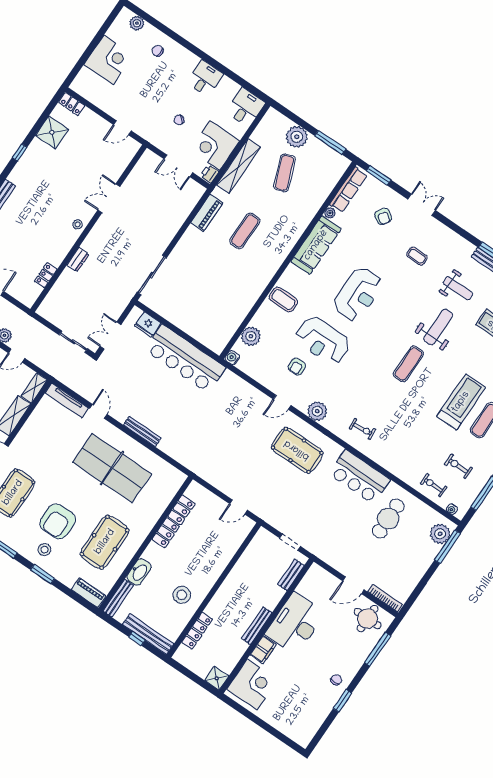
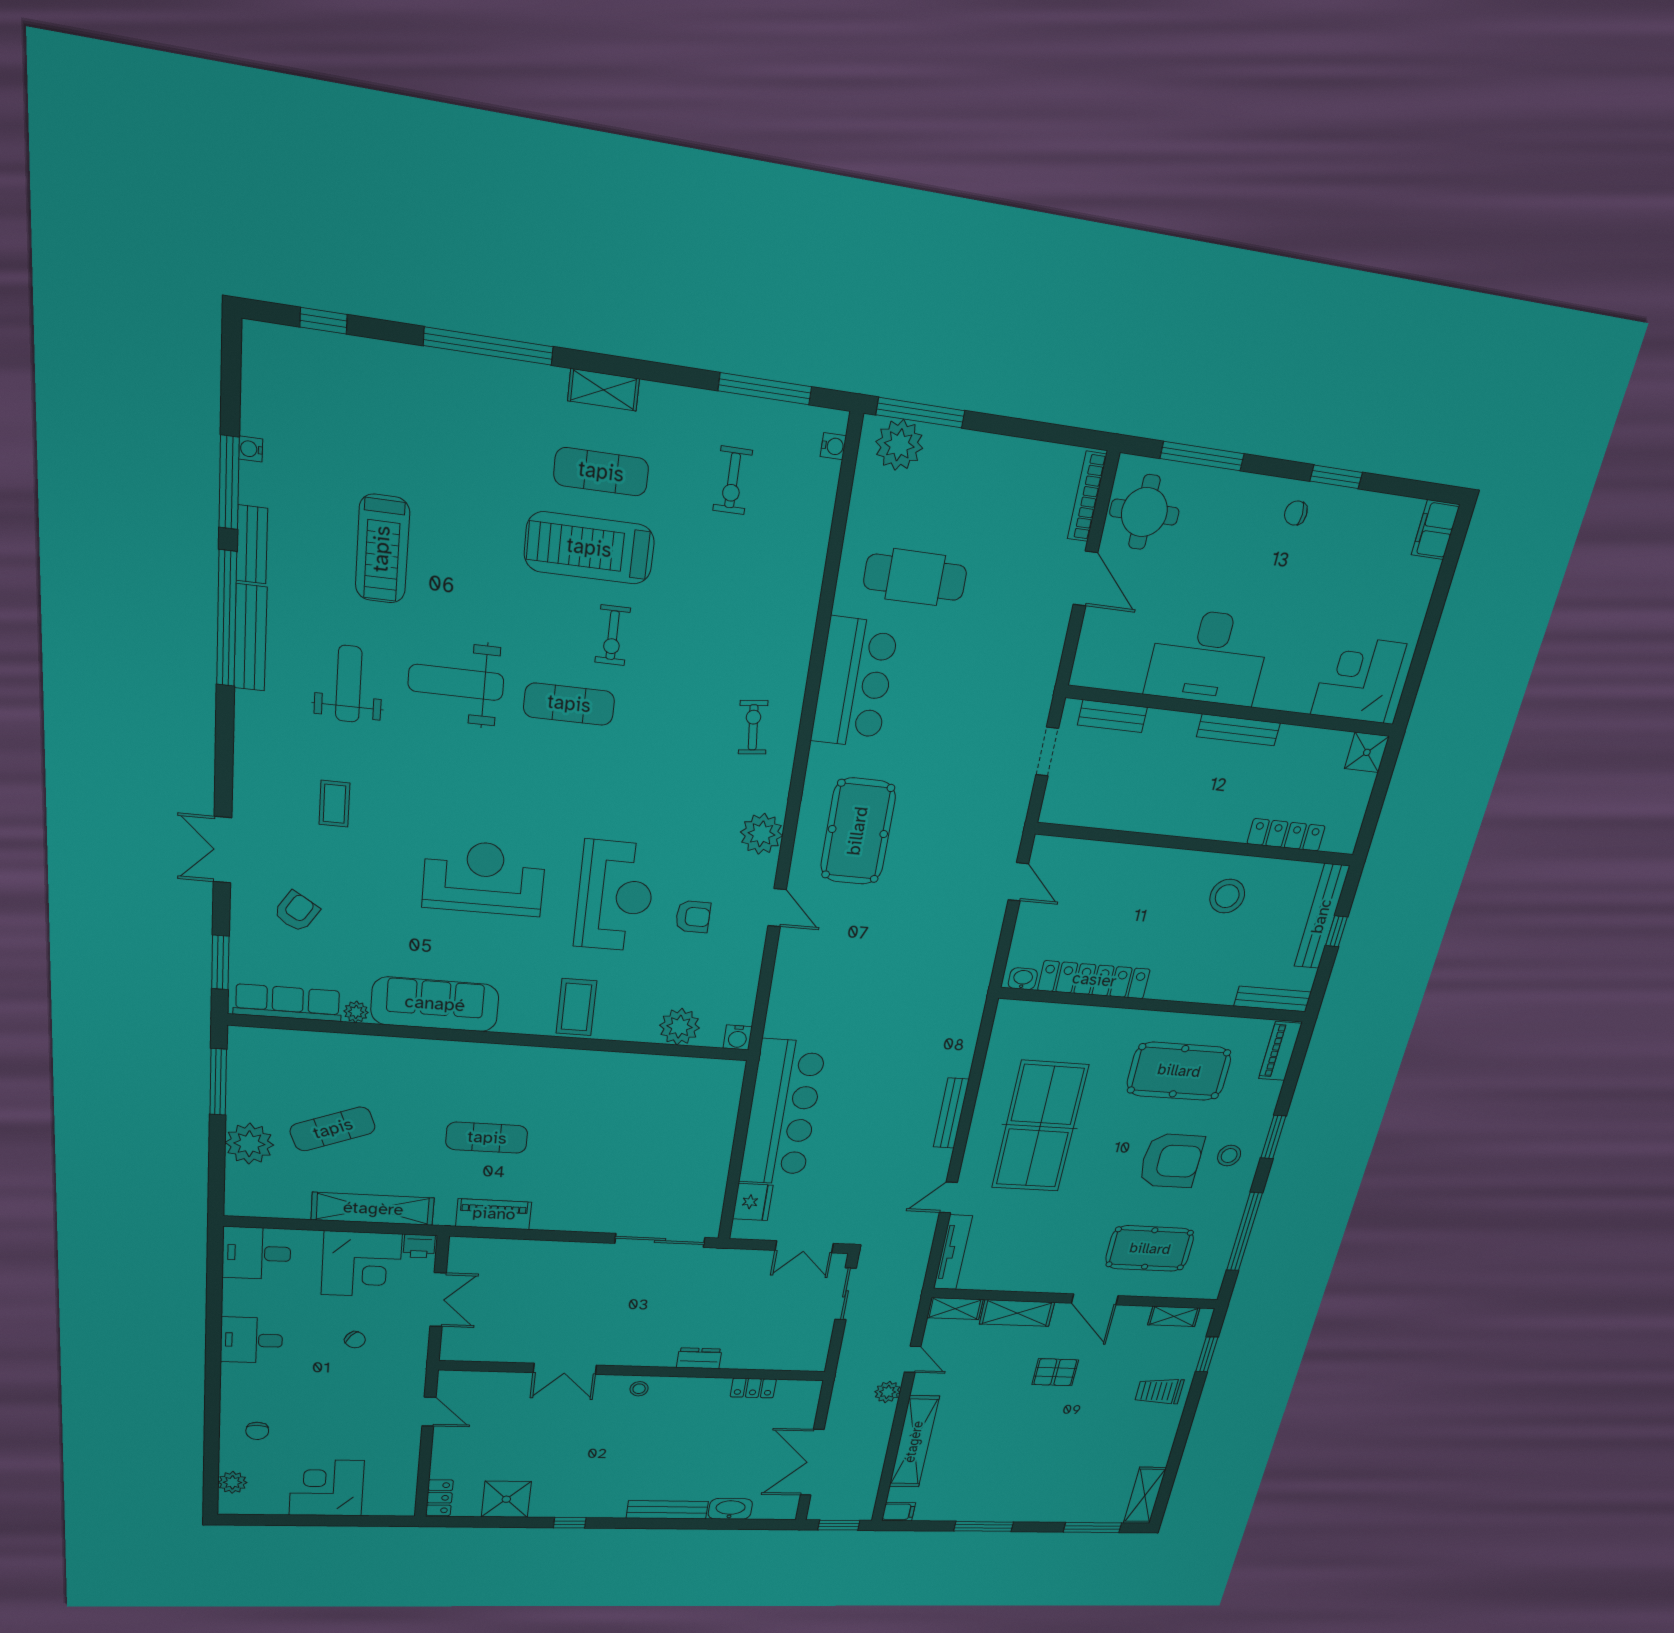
exercise bike: (434, 485) -> (613, 635), moved
washbasin: (139, 572) -> (1023, 979), moved, width x0.52, depth x0.69
filing cabinet: (263, 650) -> (1436, 530), moved, turned -90

